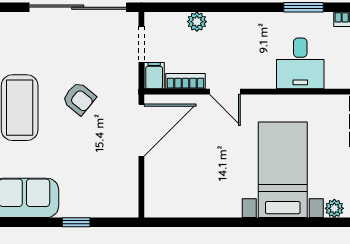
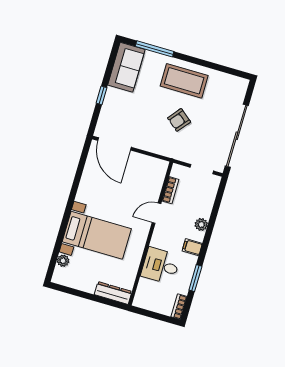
plant: (197, 22) -> (201, 224), moved
filing cabinet: (154, 76) -> (192, 247), moved, turned 180
door: (141, 130) -> (115, 144), moved

